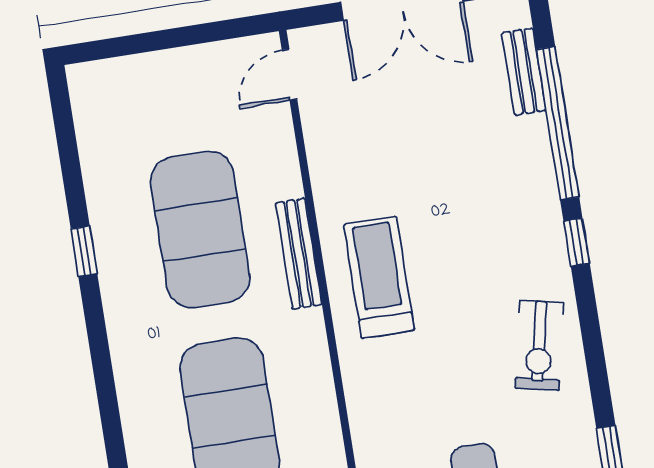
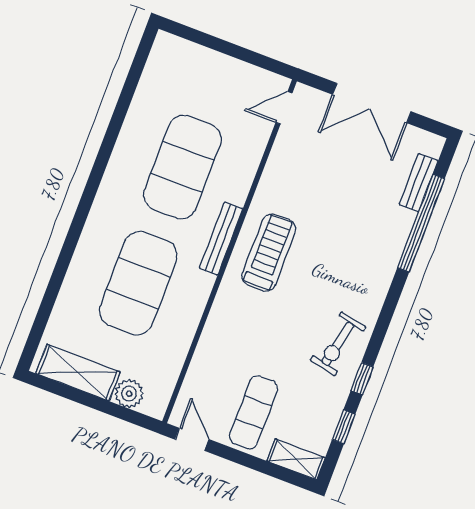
window: (577, 242) -> (362, 379), moved
window: (84, 251) -> (109, 141), removed
bench: (299, 254) -> (221, 239), moved

